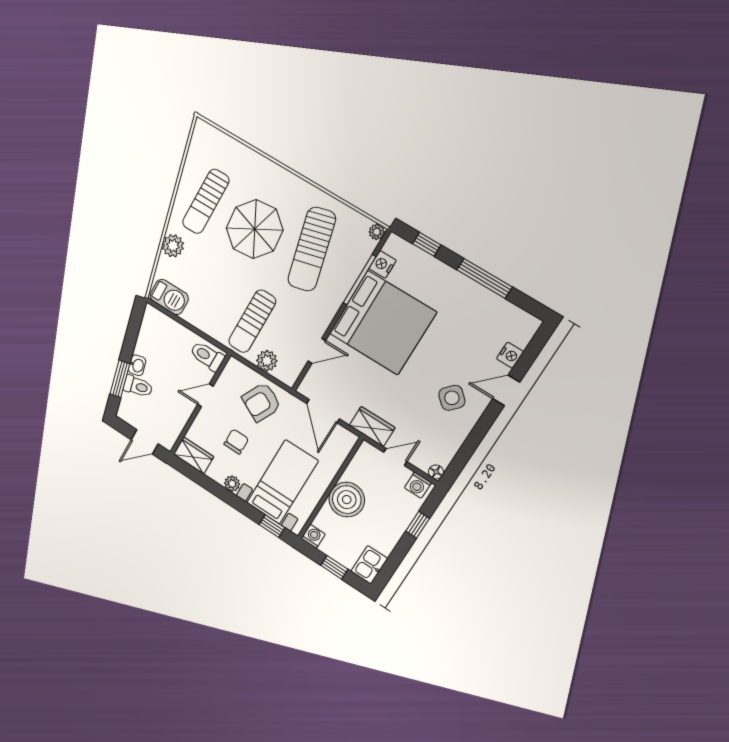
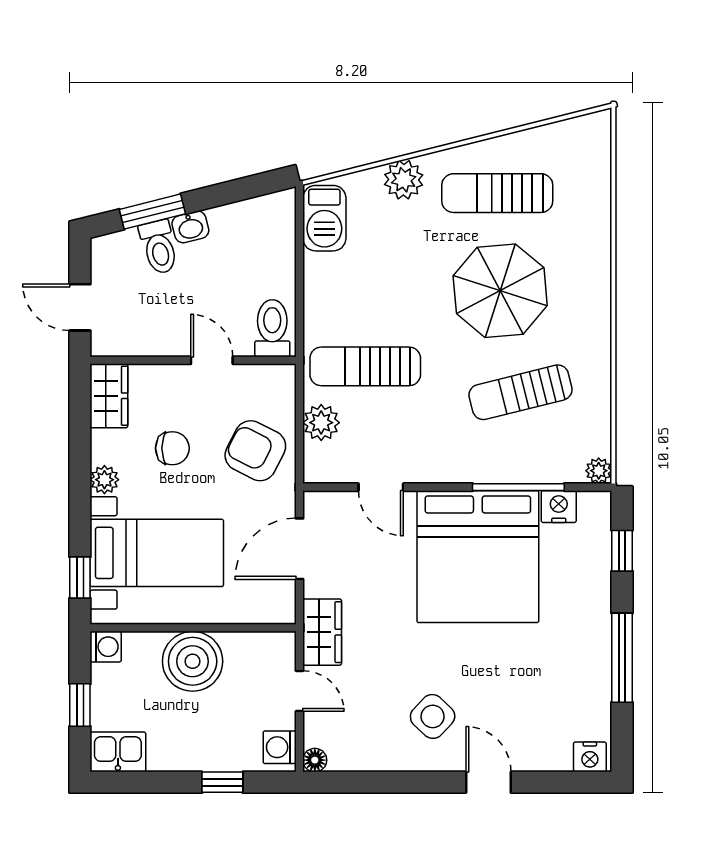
sun lounger: (312, 249) -> (521, 392), width x0.73, depth x0.75
nightstand: (510, 355) -> (590, 757), moved

